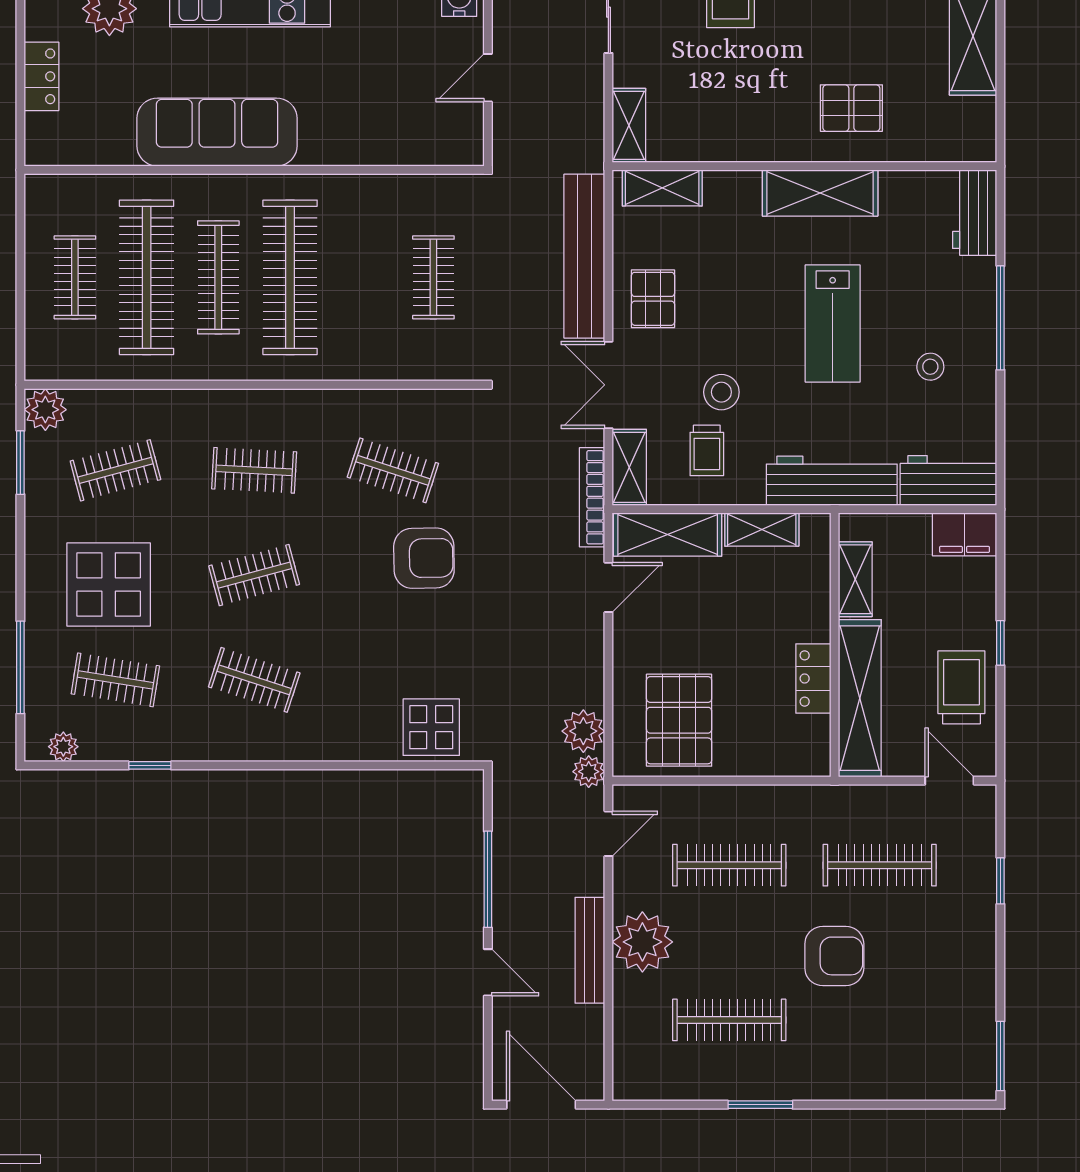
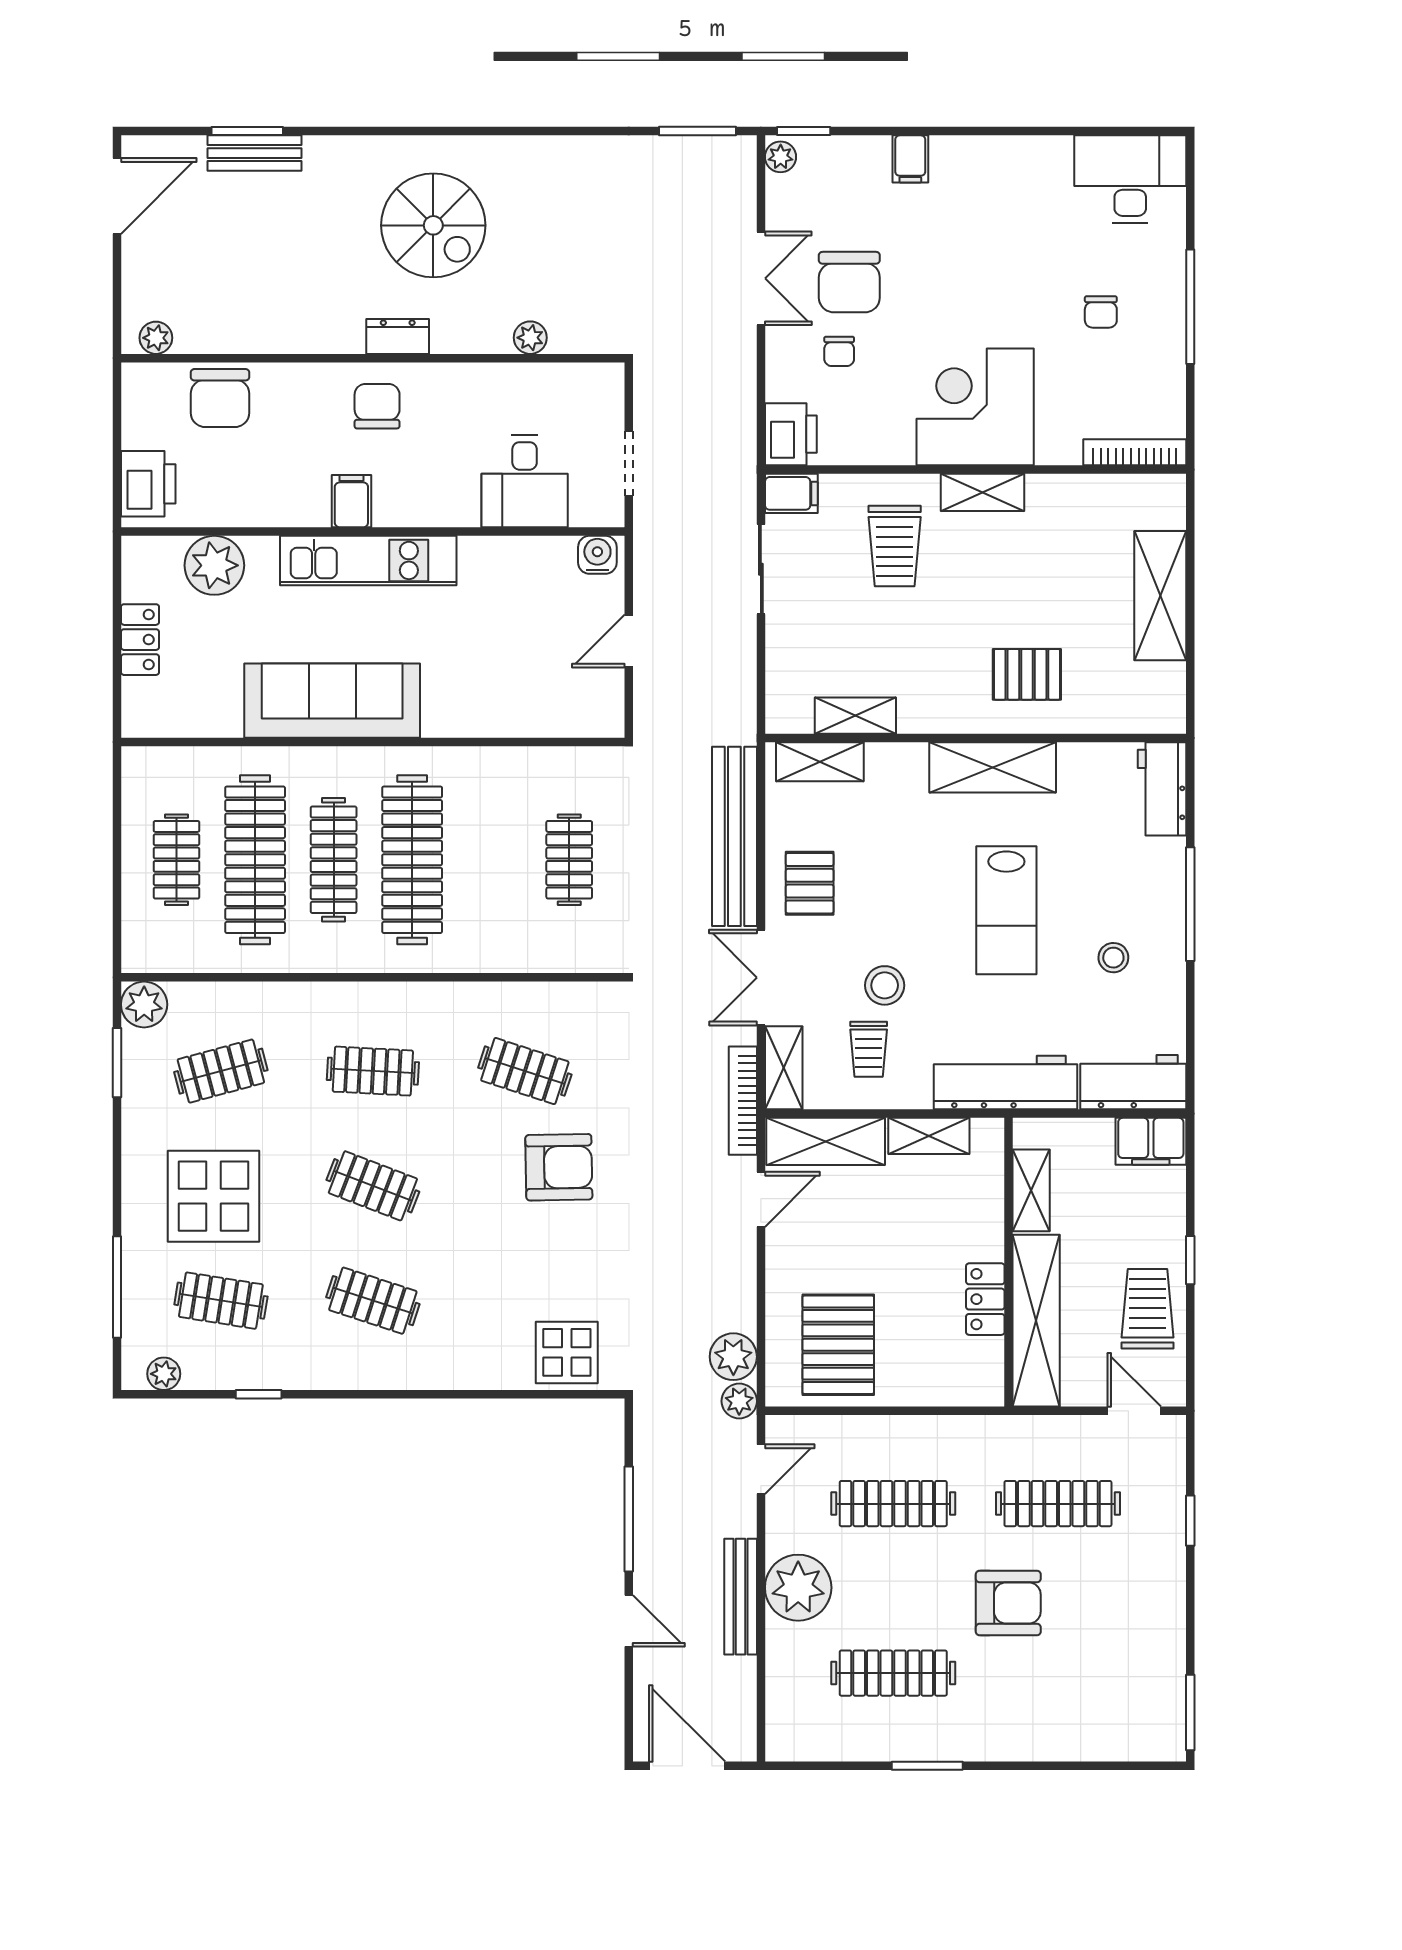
shelving: (629, 125) -> (855, 716), moved, turned 90
clothes rail: (254, 575) -> (373, 1186), turned 36

